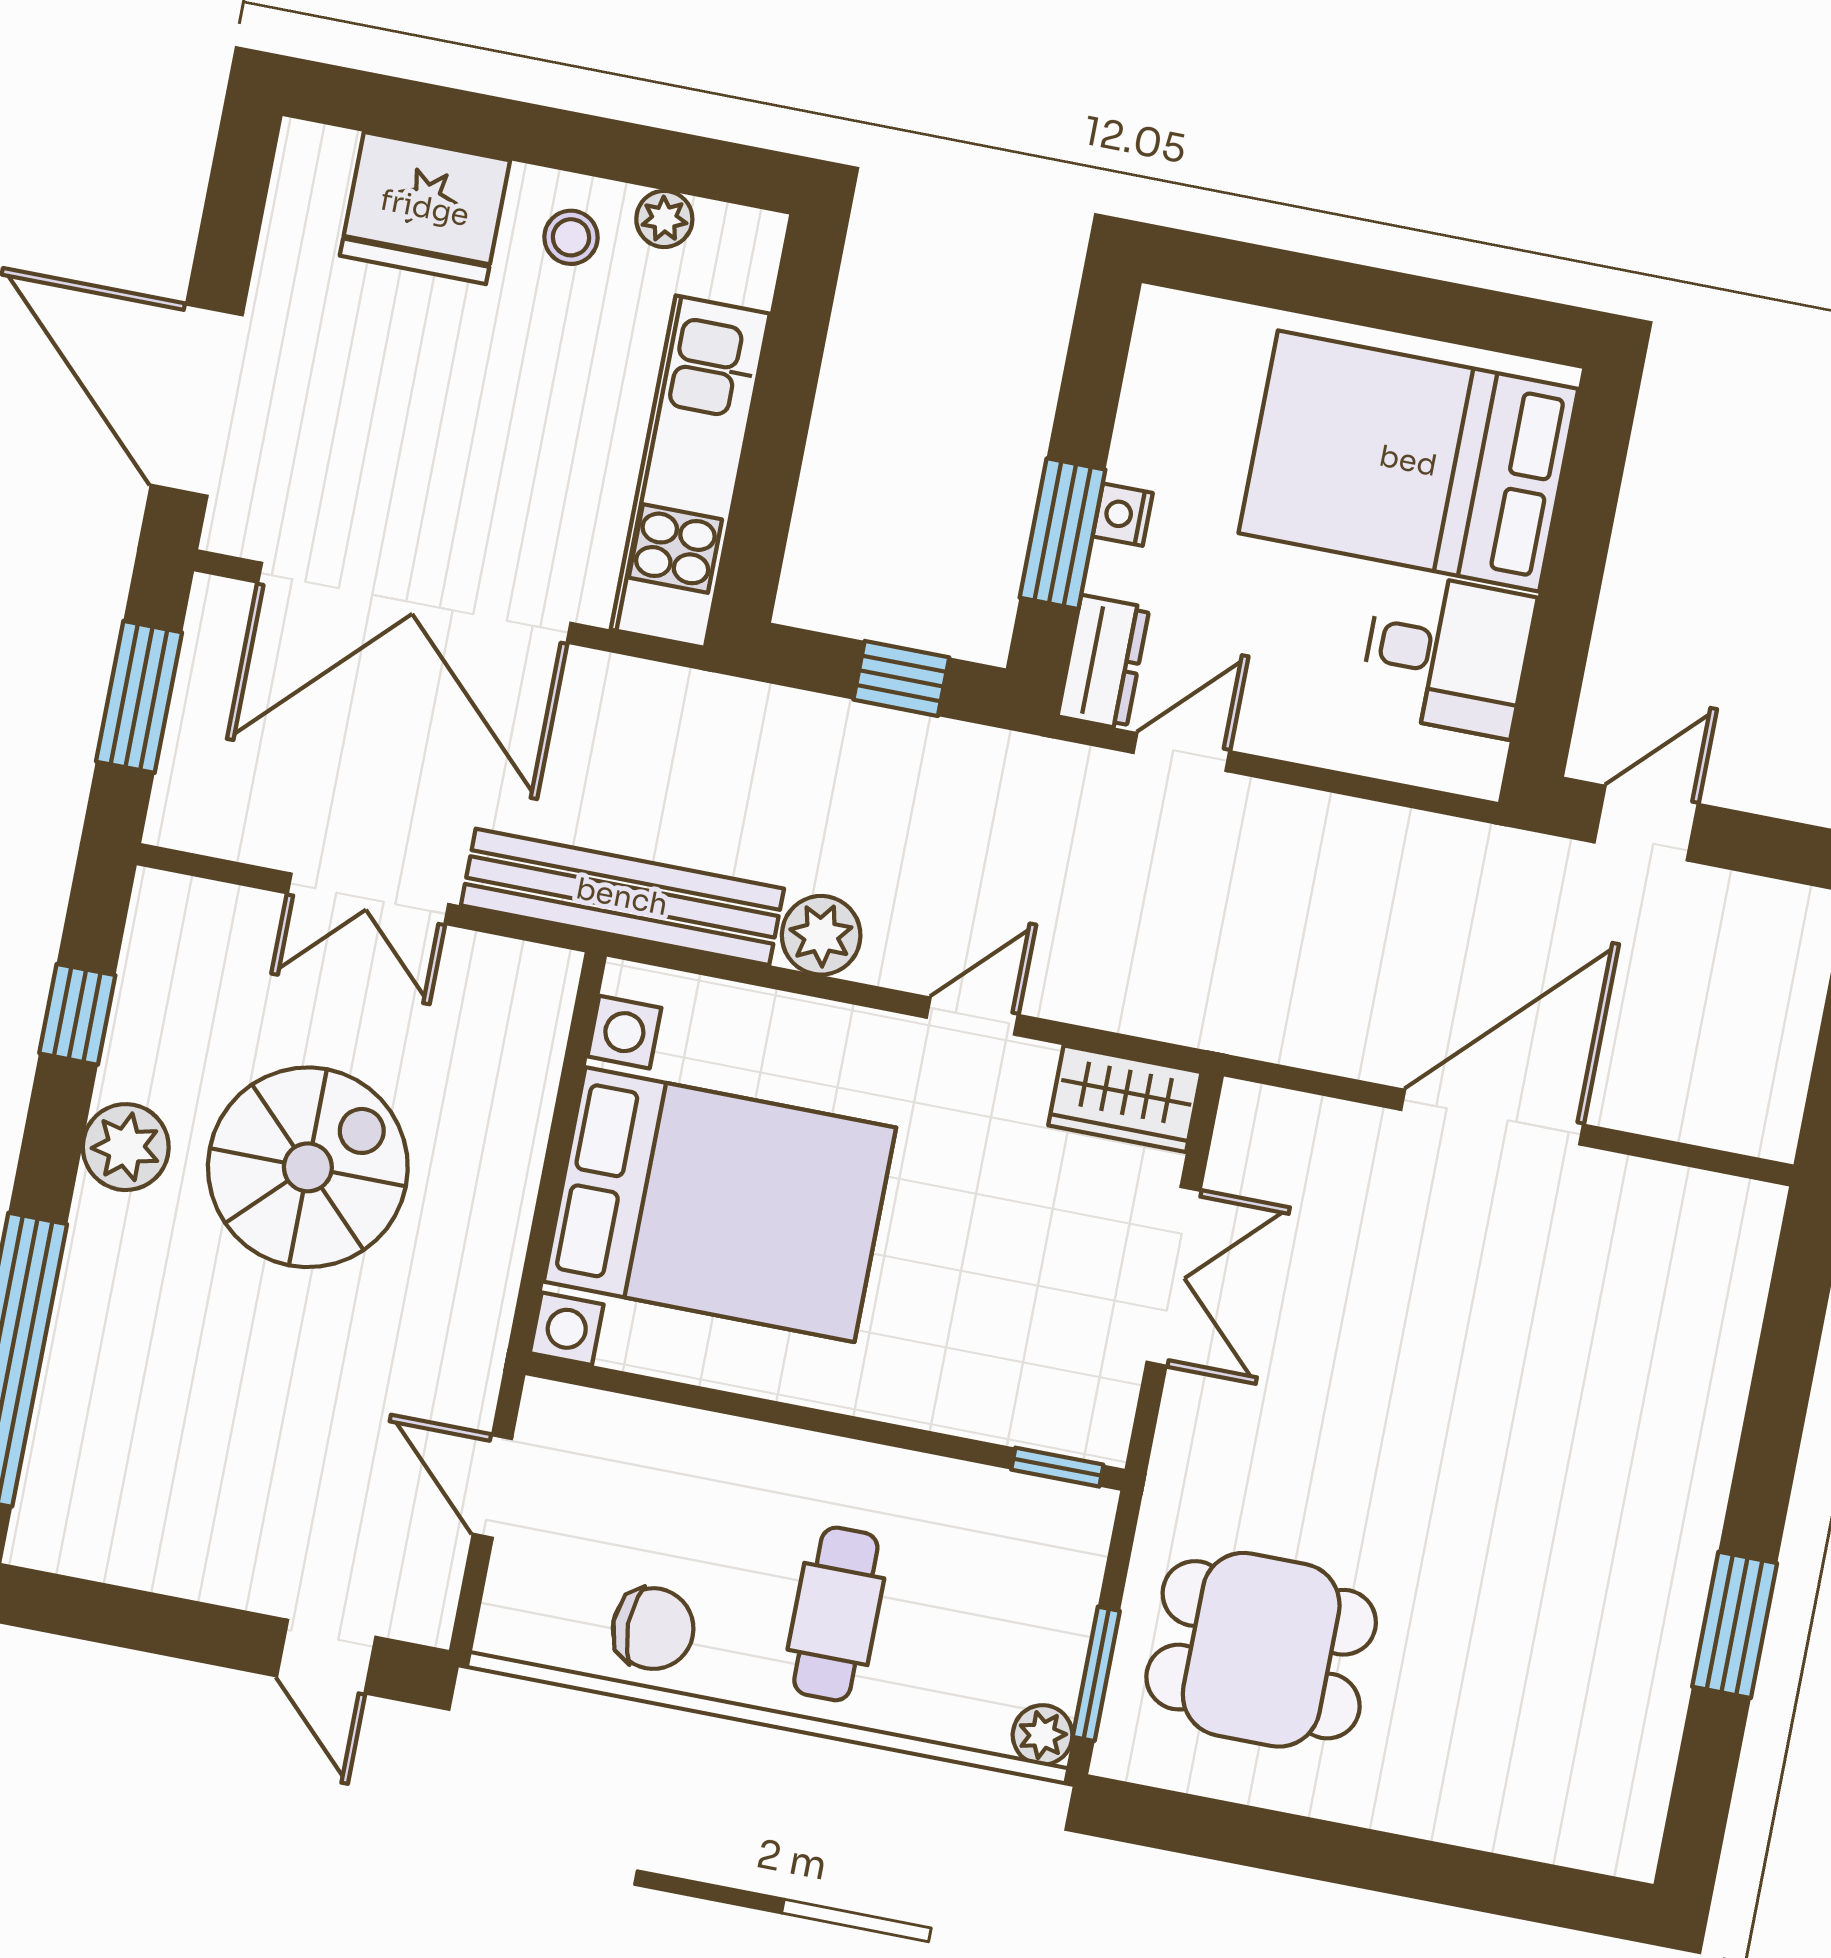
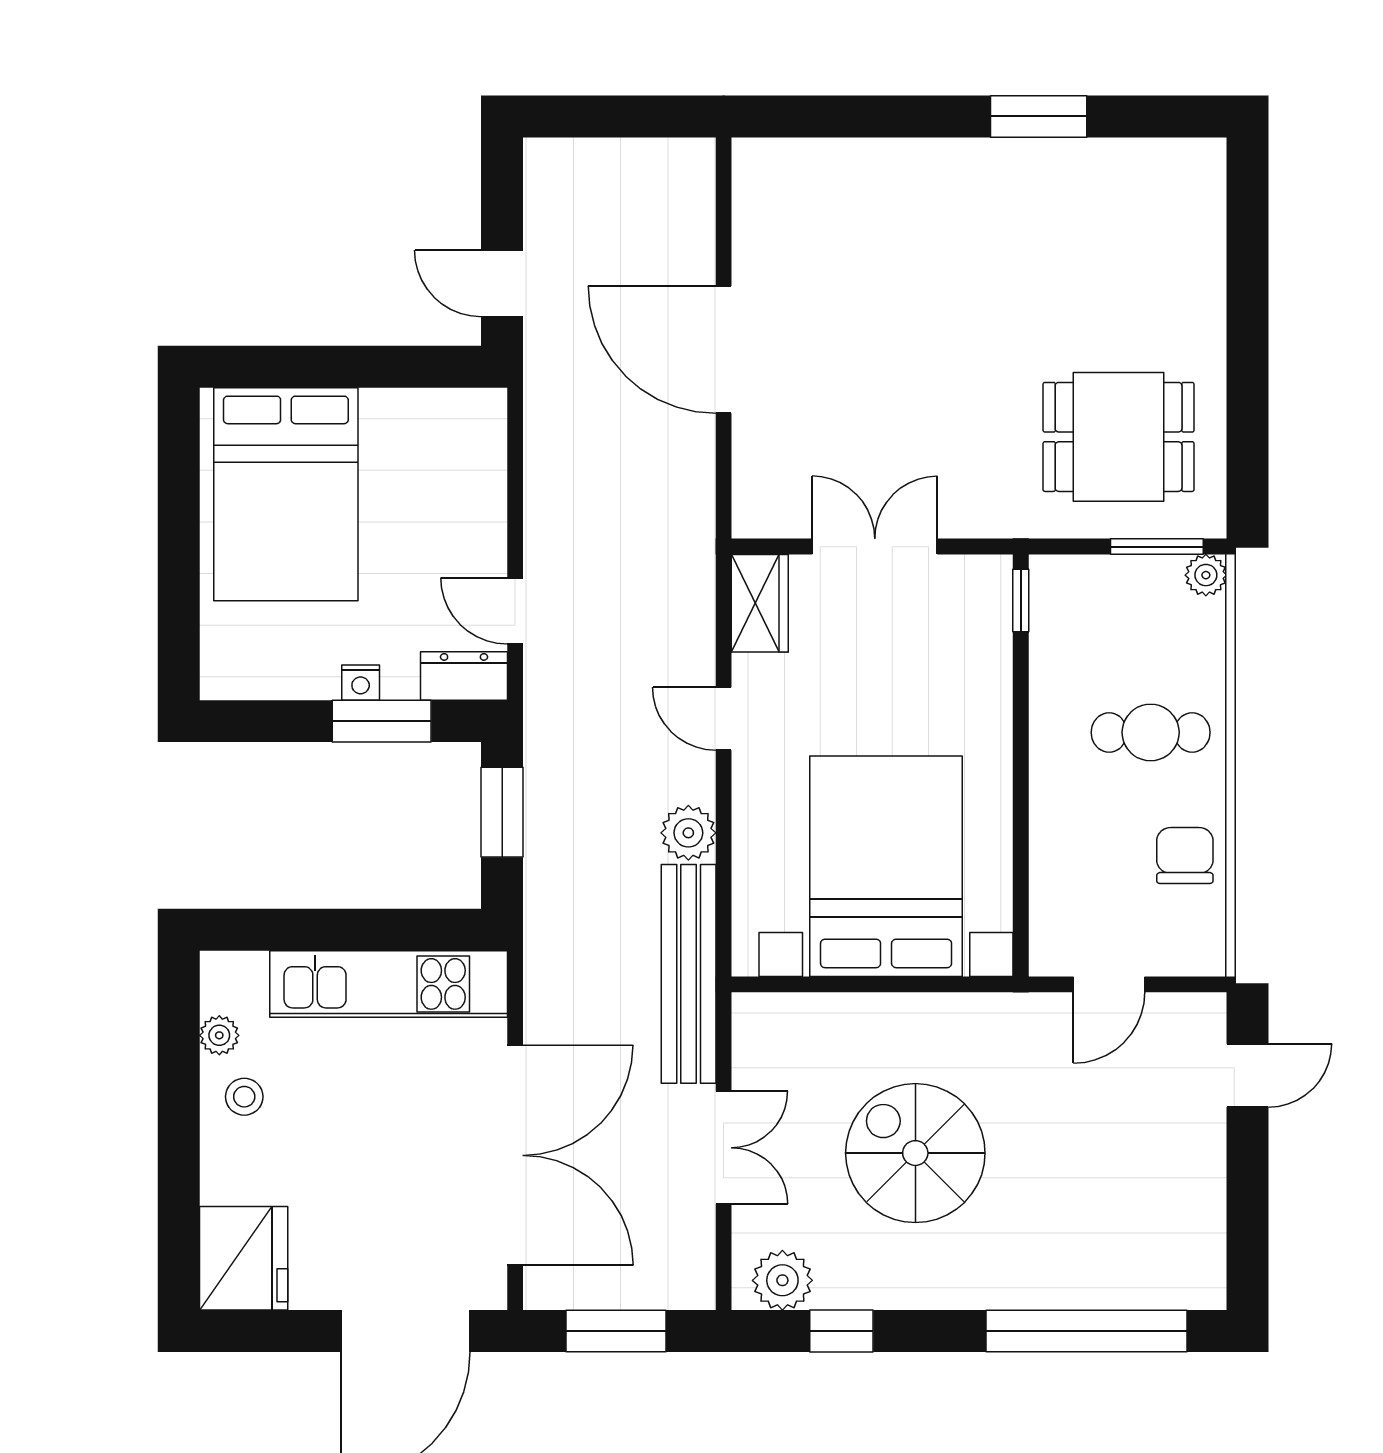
fridge: (425, 208) -> (244, 1258), moved
desk: (1447, 654) -> (413, 442), removed
window: (901, 678) -> (502, 812), width x1.50
plant: (126, 1147) -> (782, 1280), moved
dining table: (1261, 1650) -> (1119, 437), turned 90

